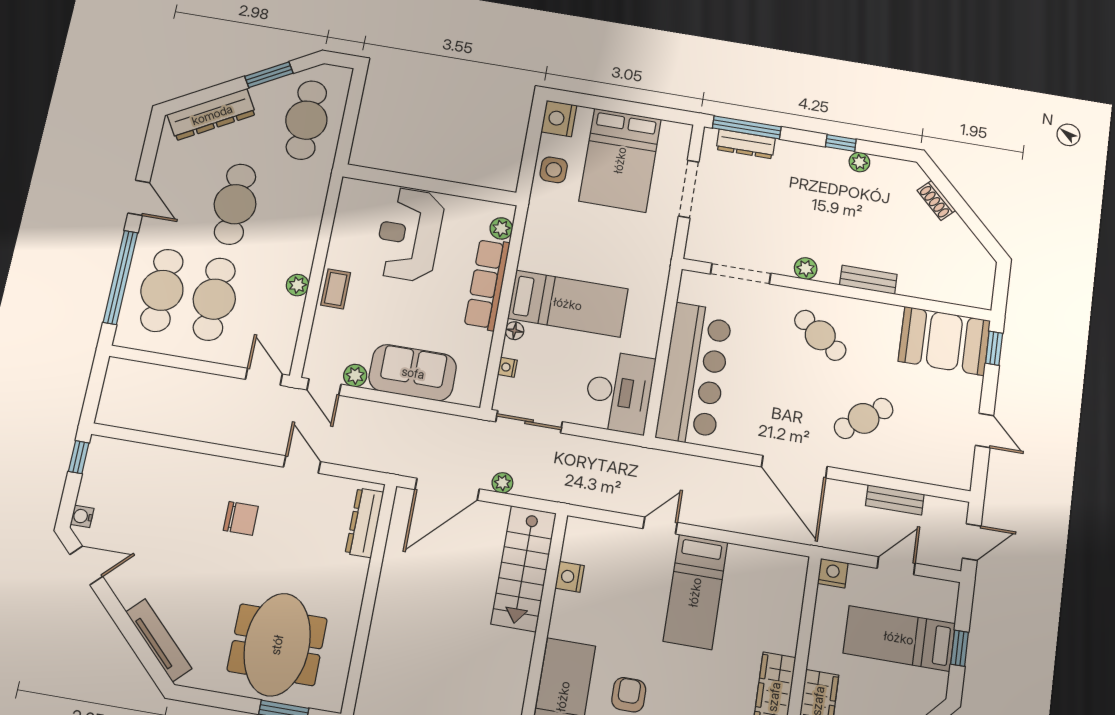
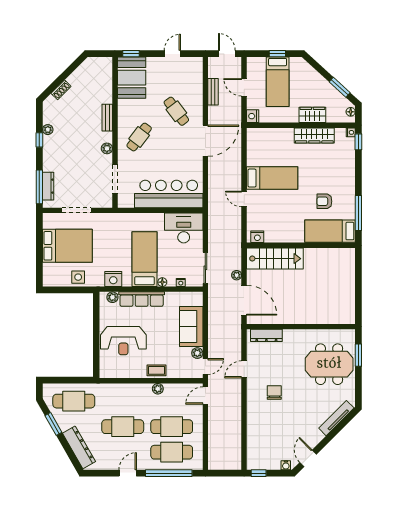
nightstand: (559, 119) -> (113, 279), moved
nightstand: (570, 577) -> (257, 237), moved

